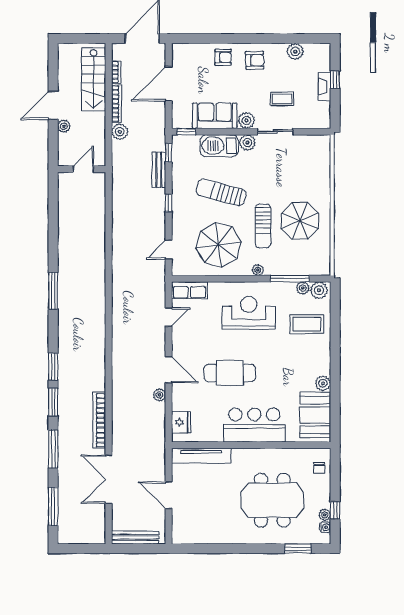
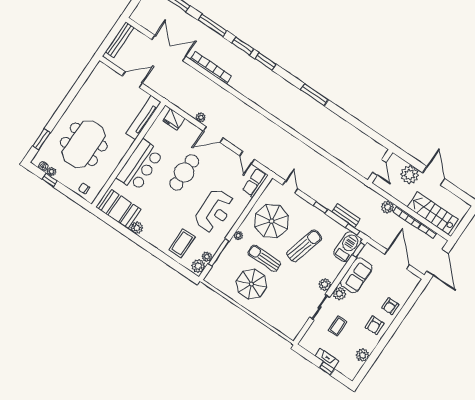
plant: (64, 126) -> (410, 175), width x1.87, depth x1.87
barbecue: (219, 146) -> (348, 247), moved

